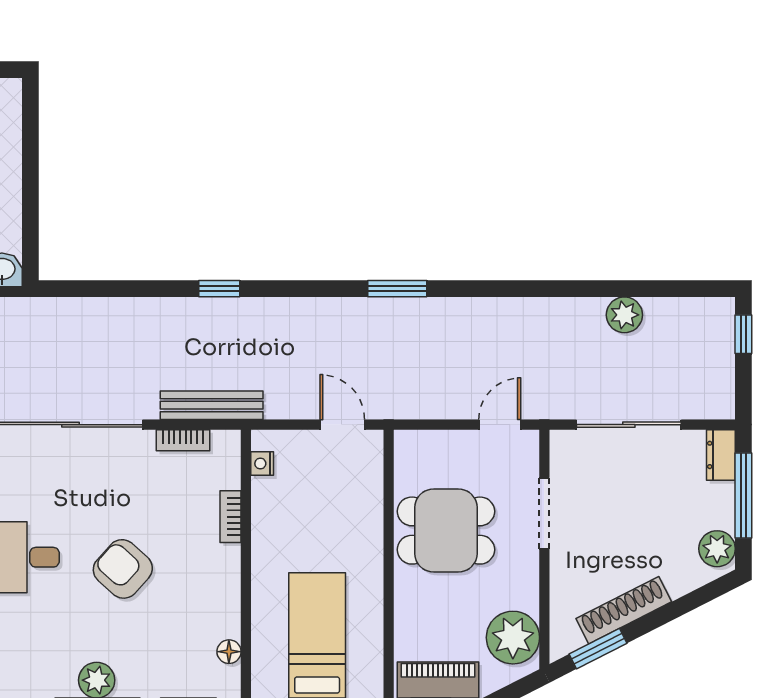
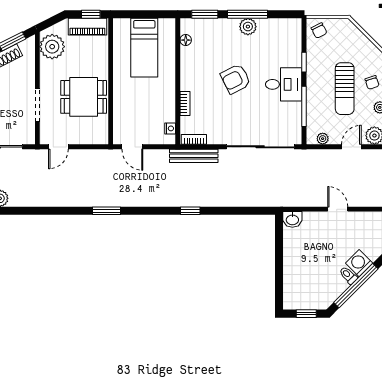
bookcase: (183, 440) -> (194, 139), moved
armchair: (123, 569) -> (236, 79), turned 111

